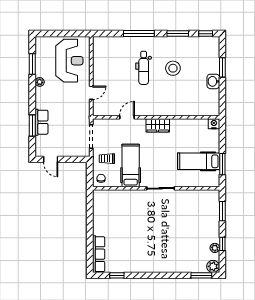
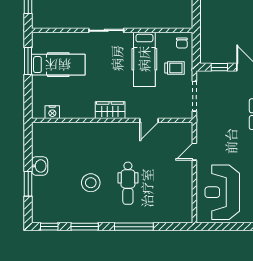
dental chair: (144, 68) -> (128, 183), turned 180
nightstand: (214, 124) -> (52, 112), moved
window: (71, 159) -> (219, 67), added

